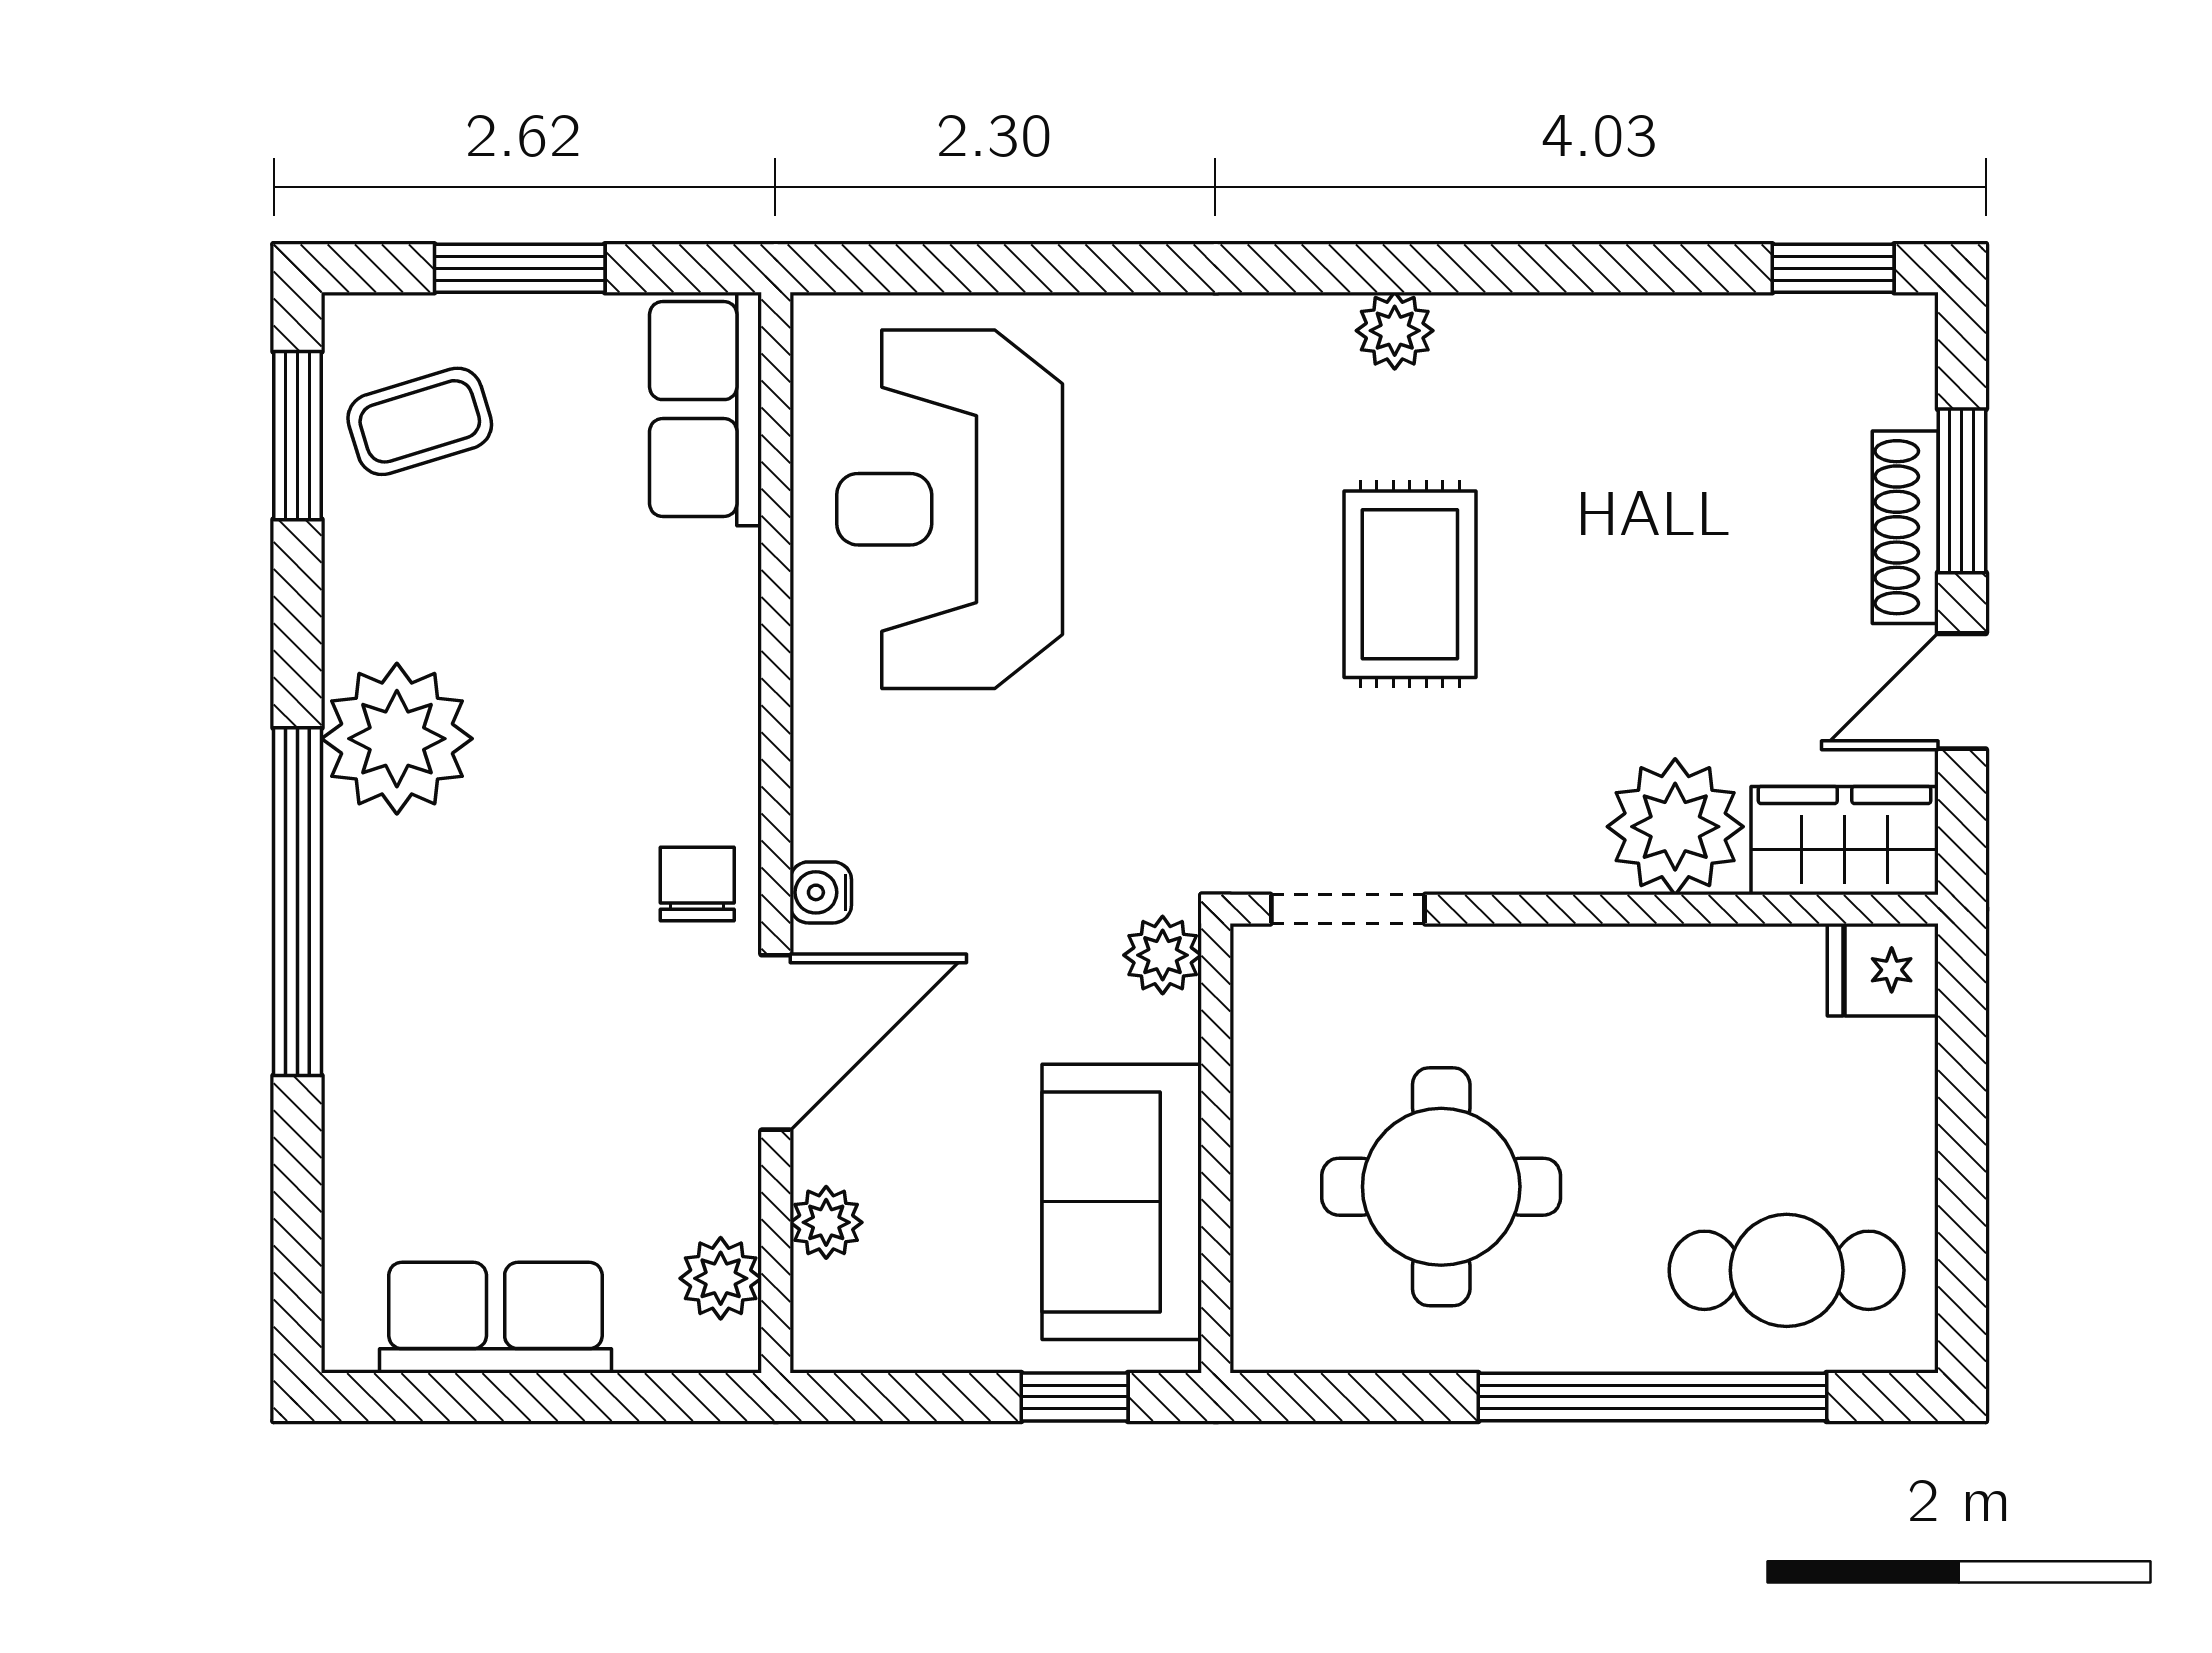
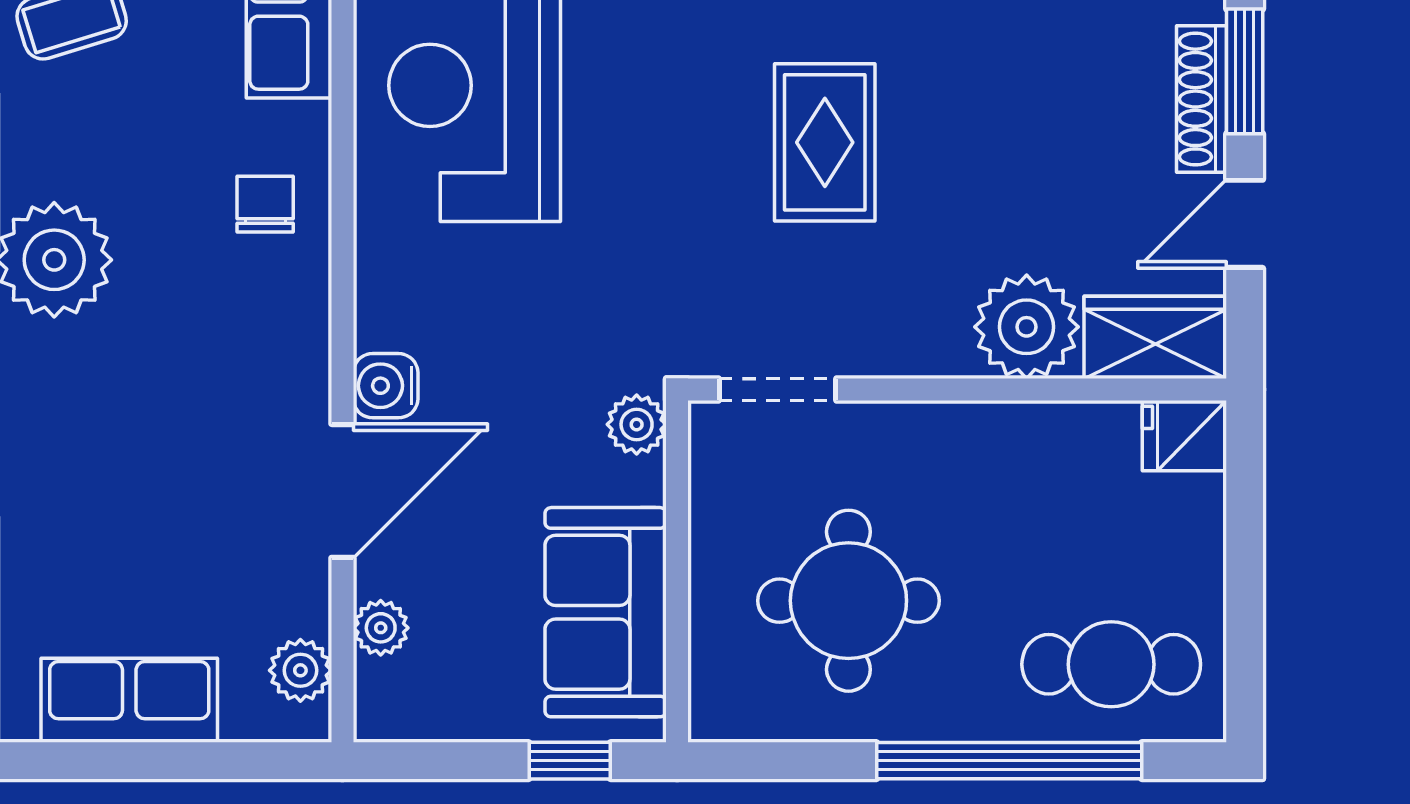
chair: (697, 884) -> (265, 204), moved
water cooler: (821, 892) -> (386, 386), width x1.38, depth x1.38

